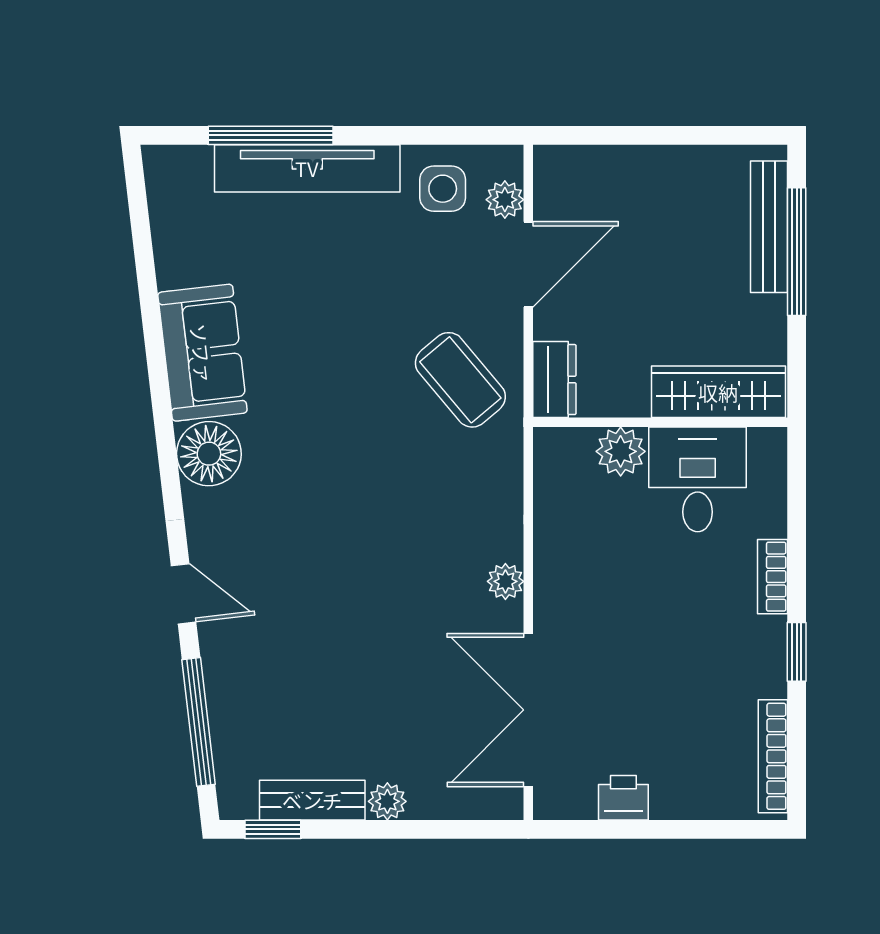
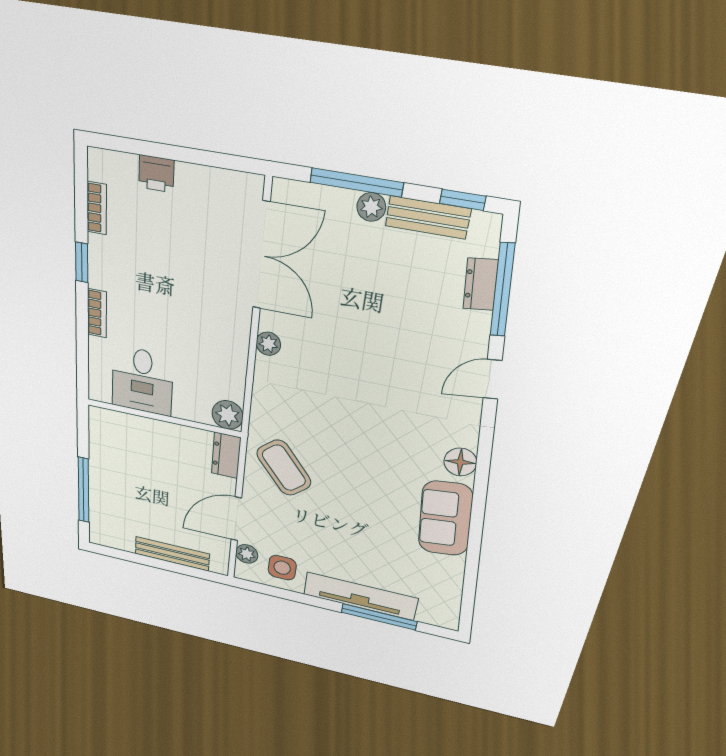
bench: (769, 227) -> (172, 554), moved, turned 90
wardrobe: (718, 392) -> (128, 427), removed
plant: (621, 451) -> (228, 415), moved
floor lamp: (209, 454) -> (460, 462), width x0.73, depth x0.73
door: (184, 594) -> (493, 379), hinge flipped
dresser: (228, 725) -> (481, 284), added
bookcase: (773, 756) -> (97, 208), width x0.64
printer: (623, 798) -> (156, 174), moved
window: (411, 829) -> (356, 183), added

